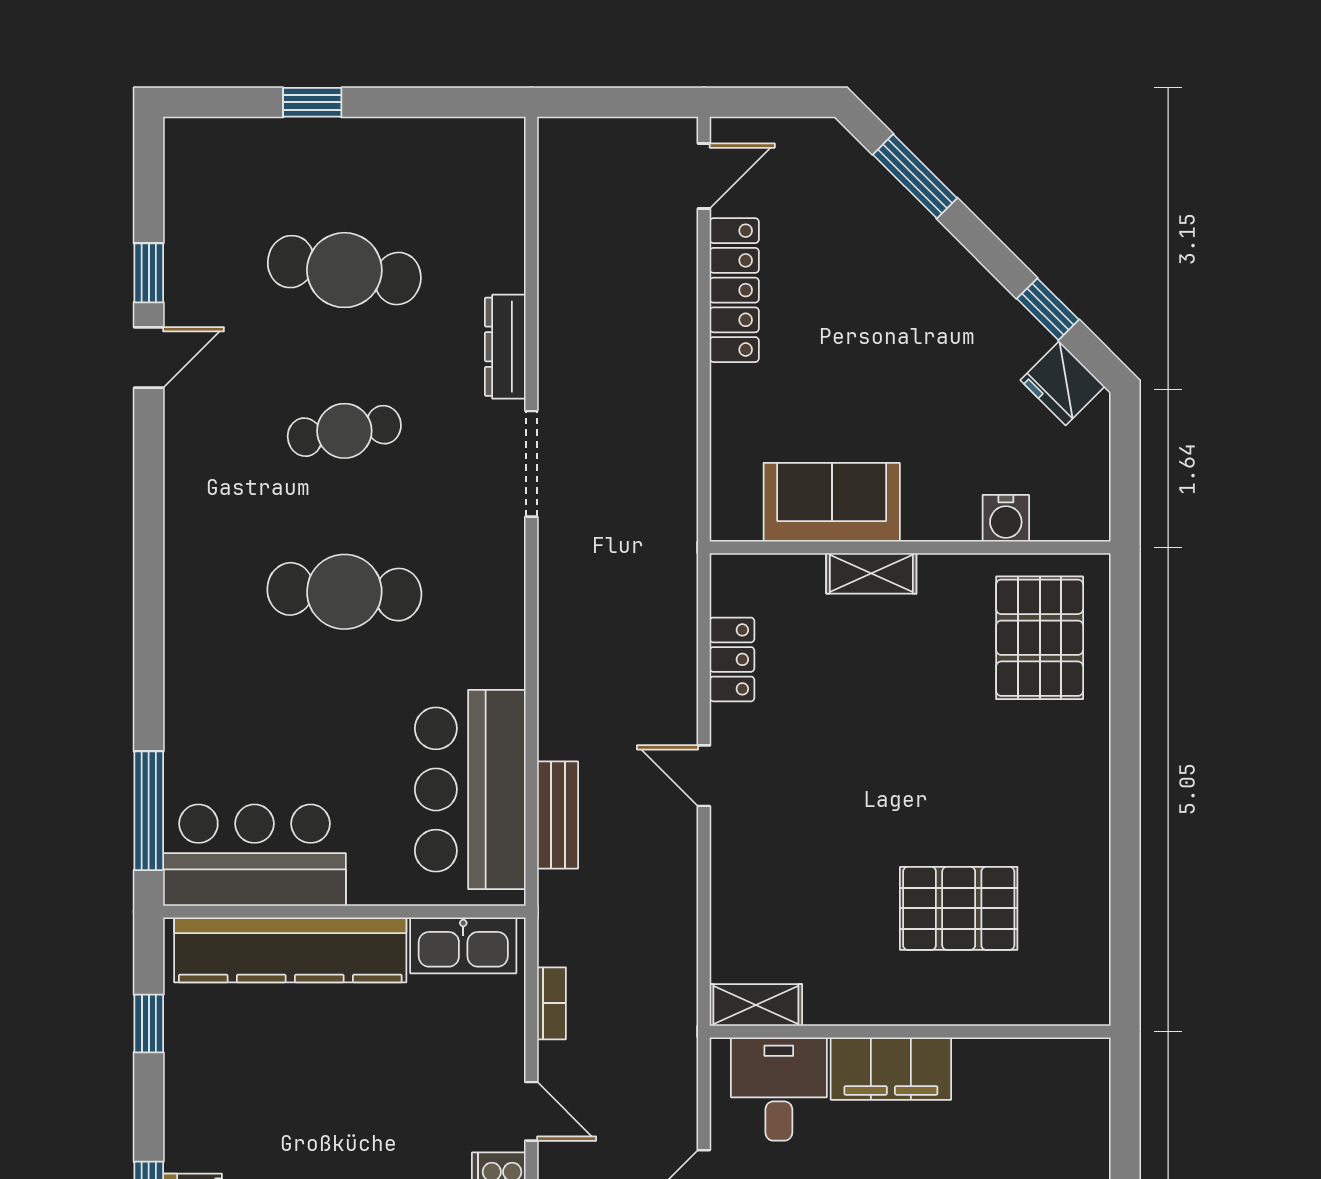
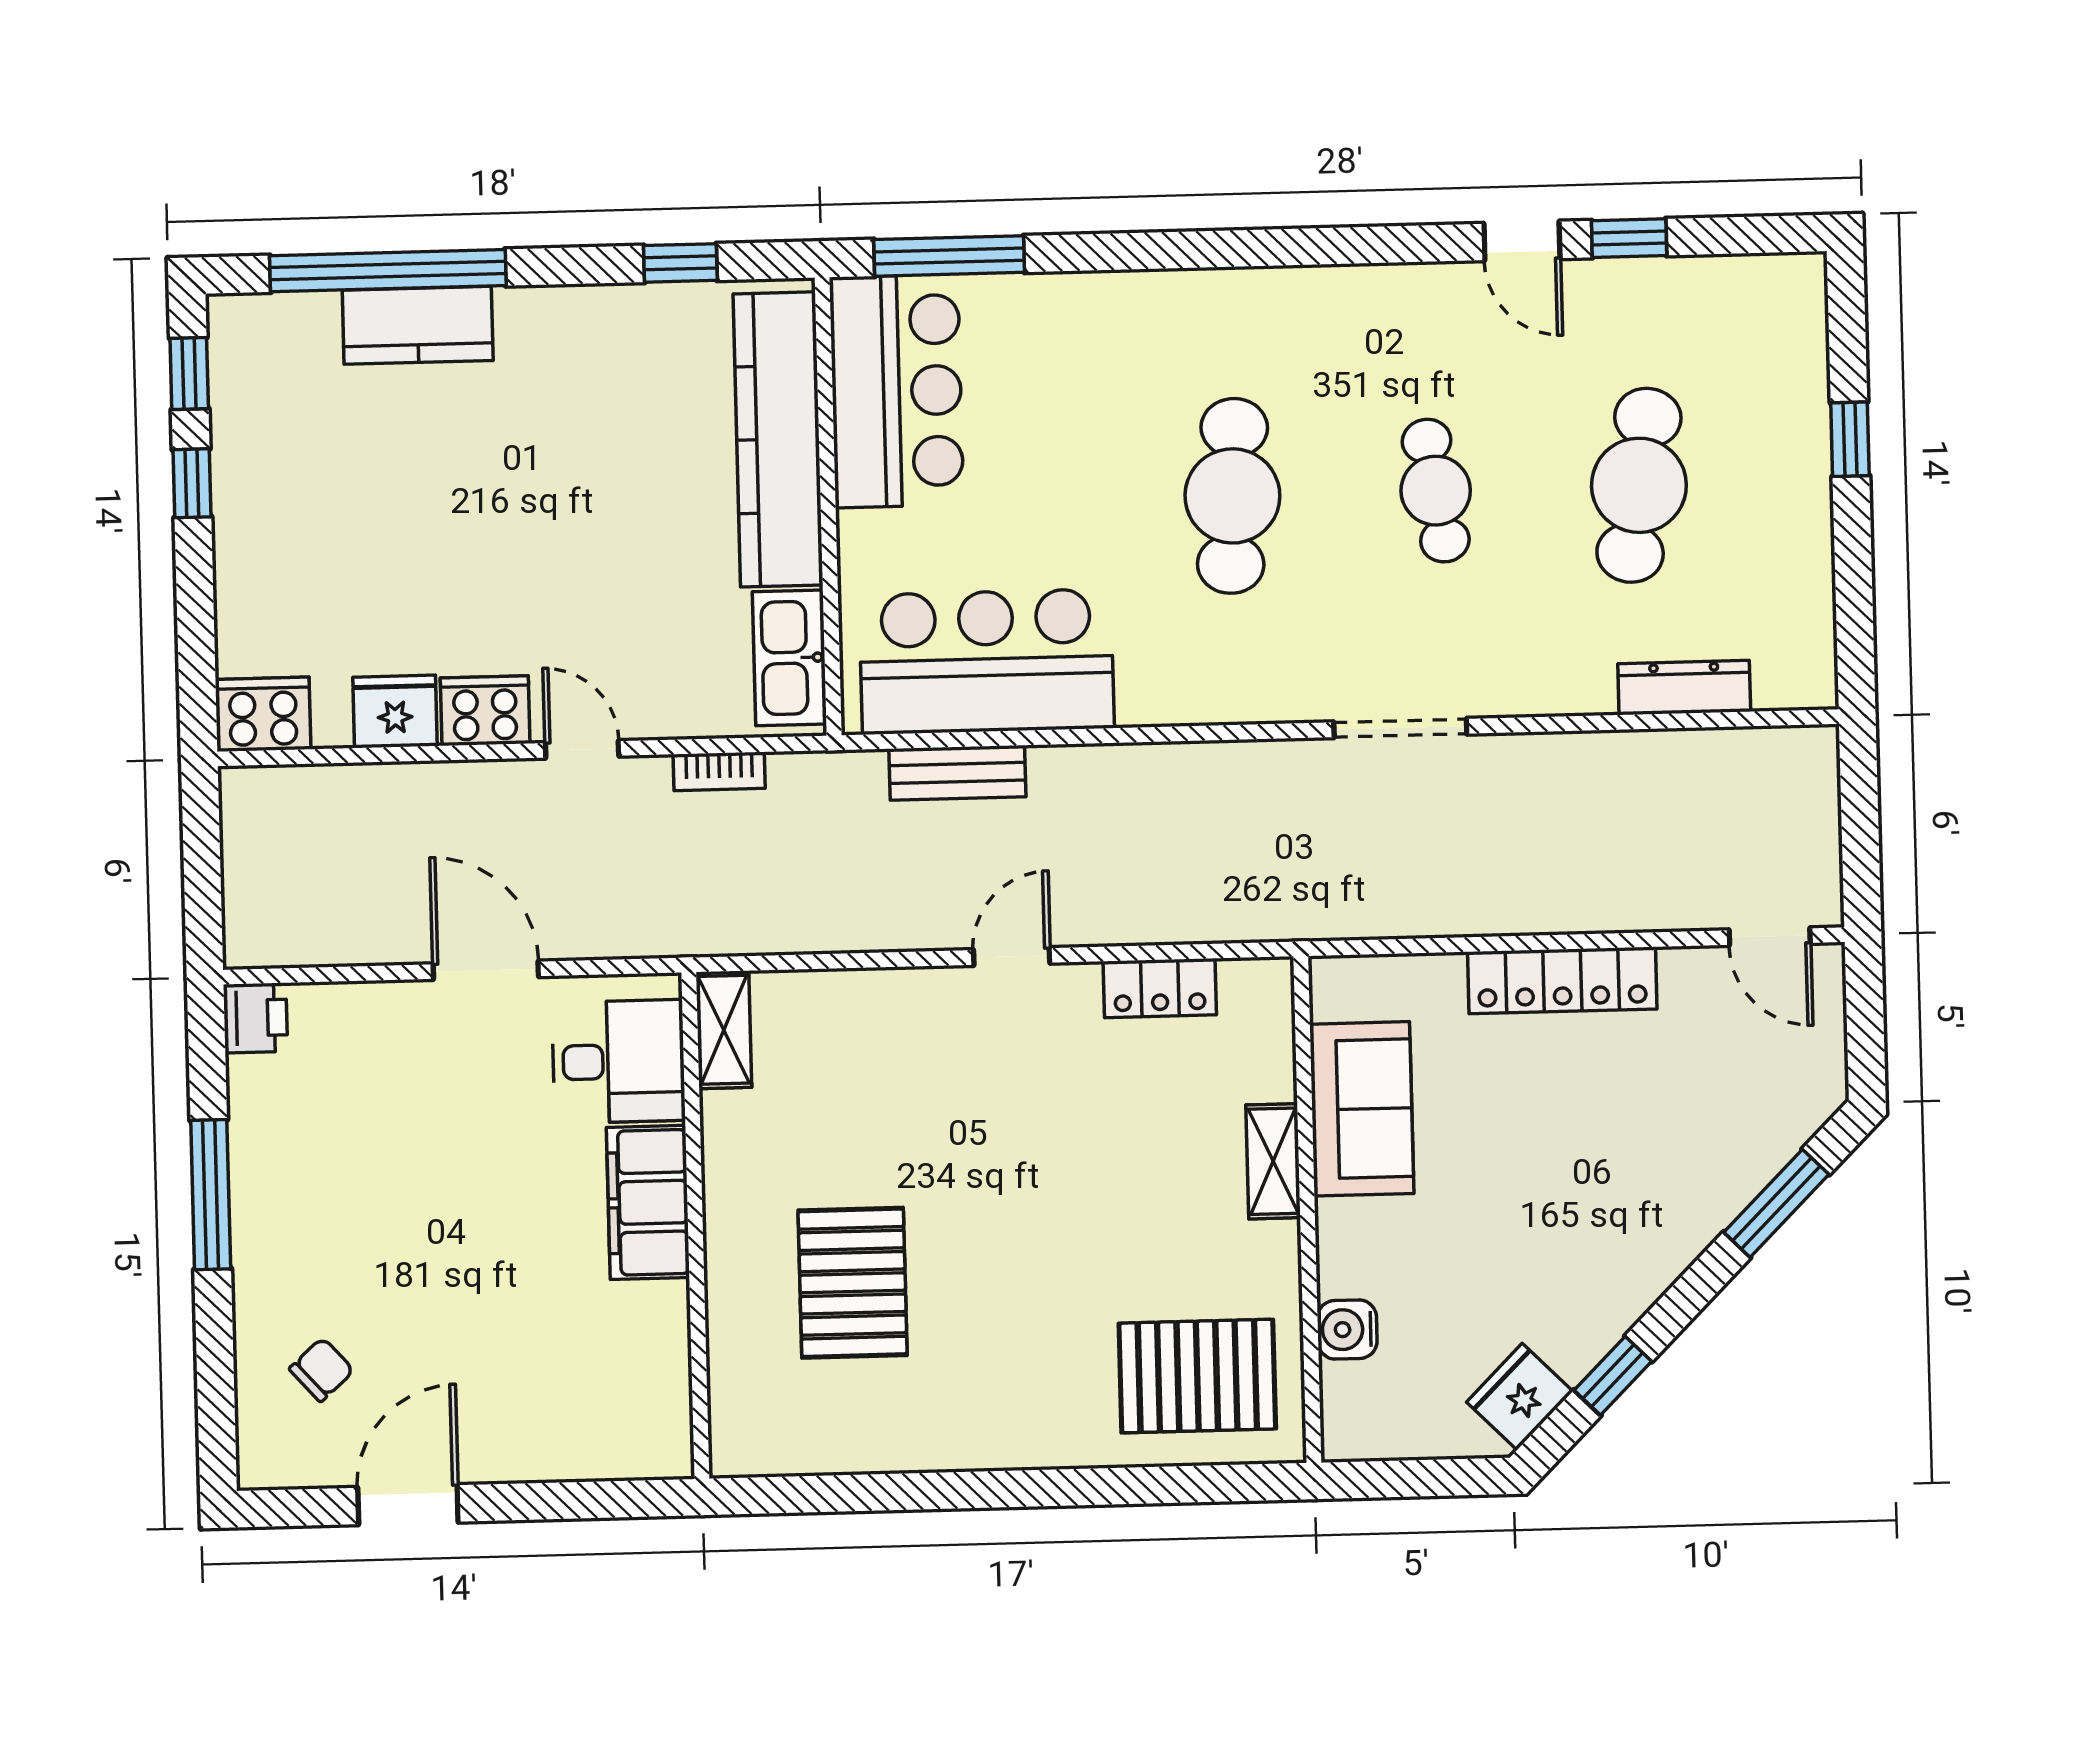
locker: (734, 290) -> (1562, 980), moved
dresser: (505, 347) -> (1684, 688), moved
door: (531, 1111) -> (582, 749), swing flipped

